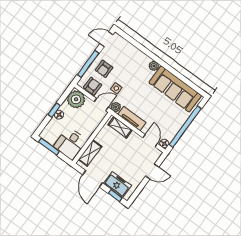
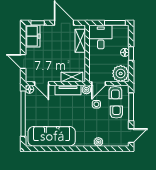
plant: (154, 66) -> (98, 142), moved
door: (152, 171) -> (23, 62), hinge flipped
freezer: (117, 185) -> (33, 36), moved, turned -90

